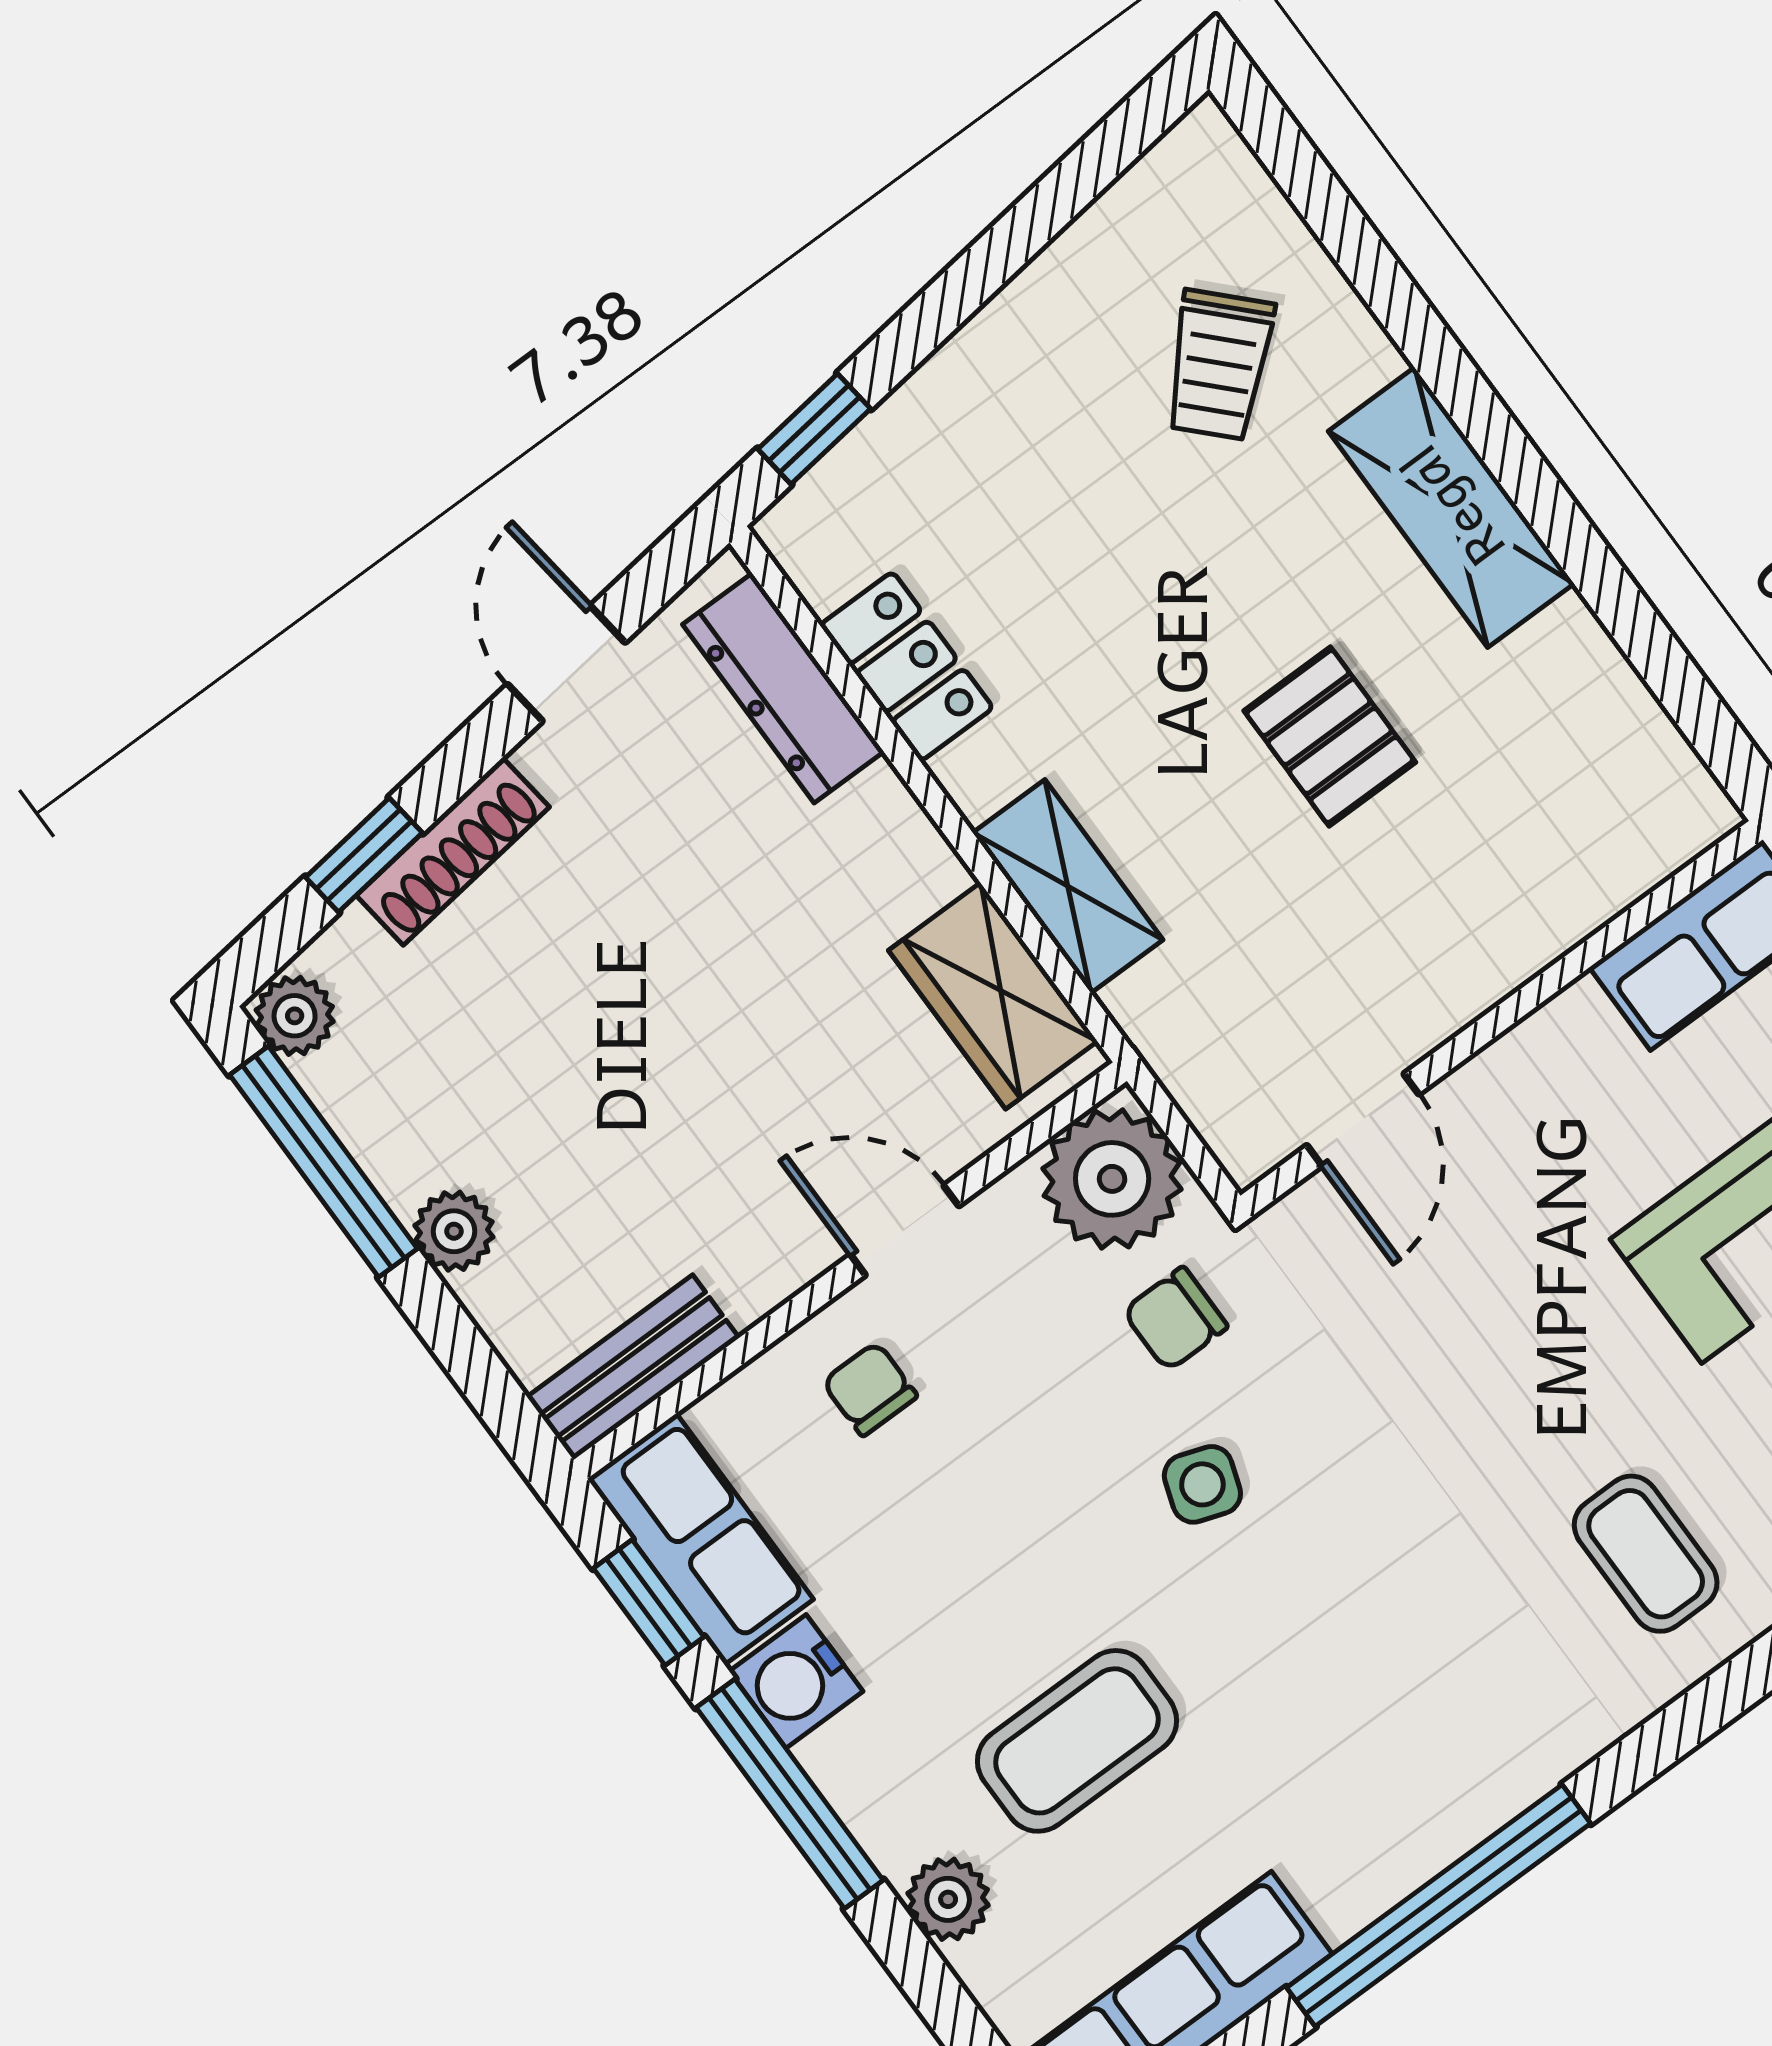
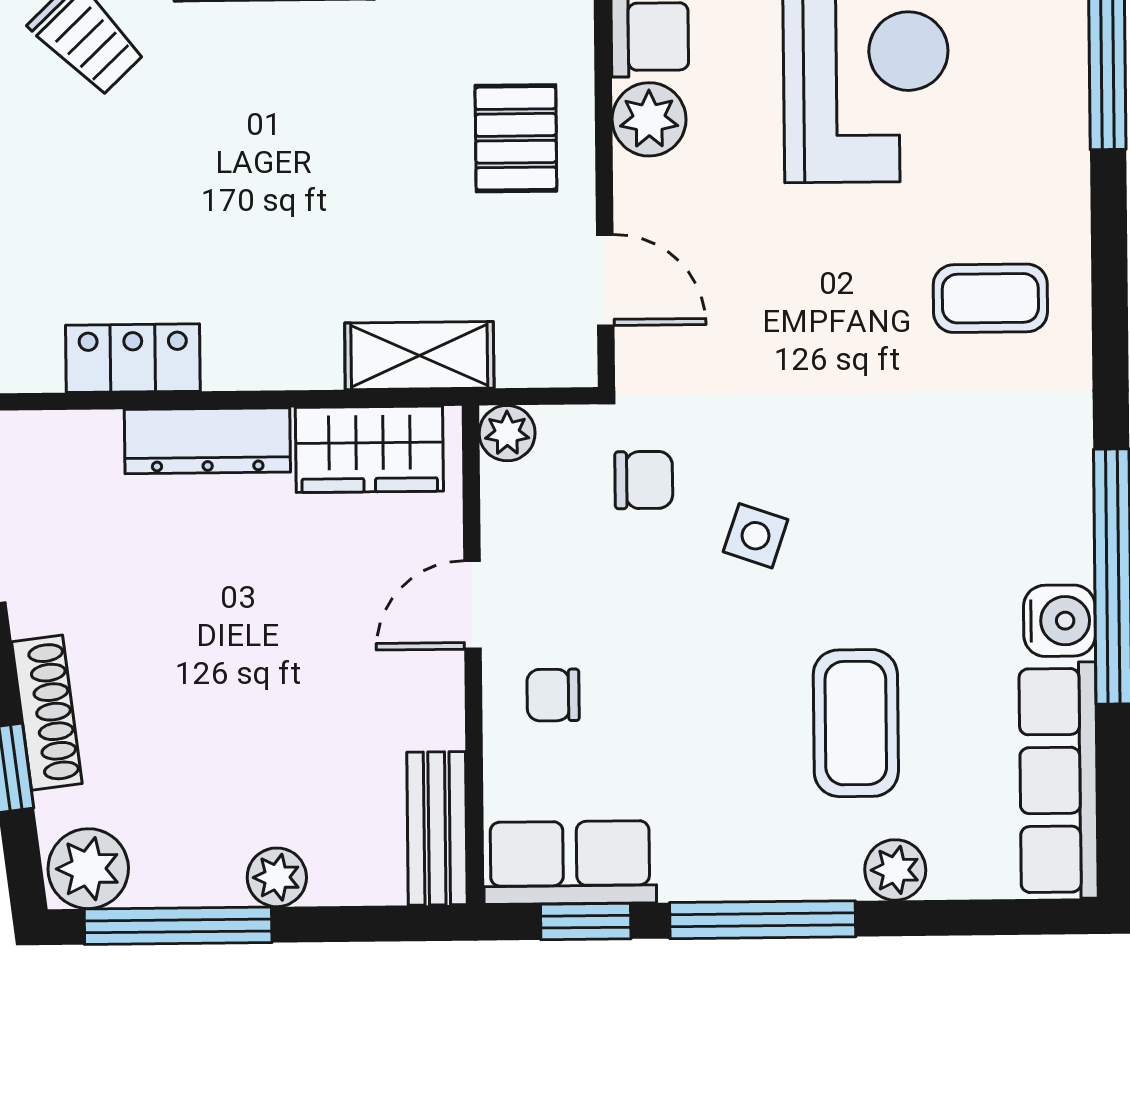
dresser: (783, 688) -> (207, 441), moved
pallet: (1330, 737) -> (516, 138), moved, turned 90
shelving: (1068, 886) -> (419, 356), moved
plant: (295, 1016) -> (88, 869), width x1.38, depth x1.38
plant: (1572, 1041) -> (649, 119), added
plant: (1112, 1179) -> (507, 433), width x0.53, depth x0.53
chair: (1175, 1319) -> (644, 480), turned -90
water cooler: (796, 1681) -> (1059, 621), moved, turned -90

